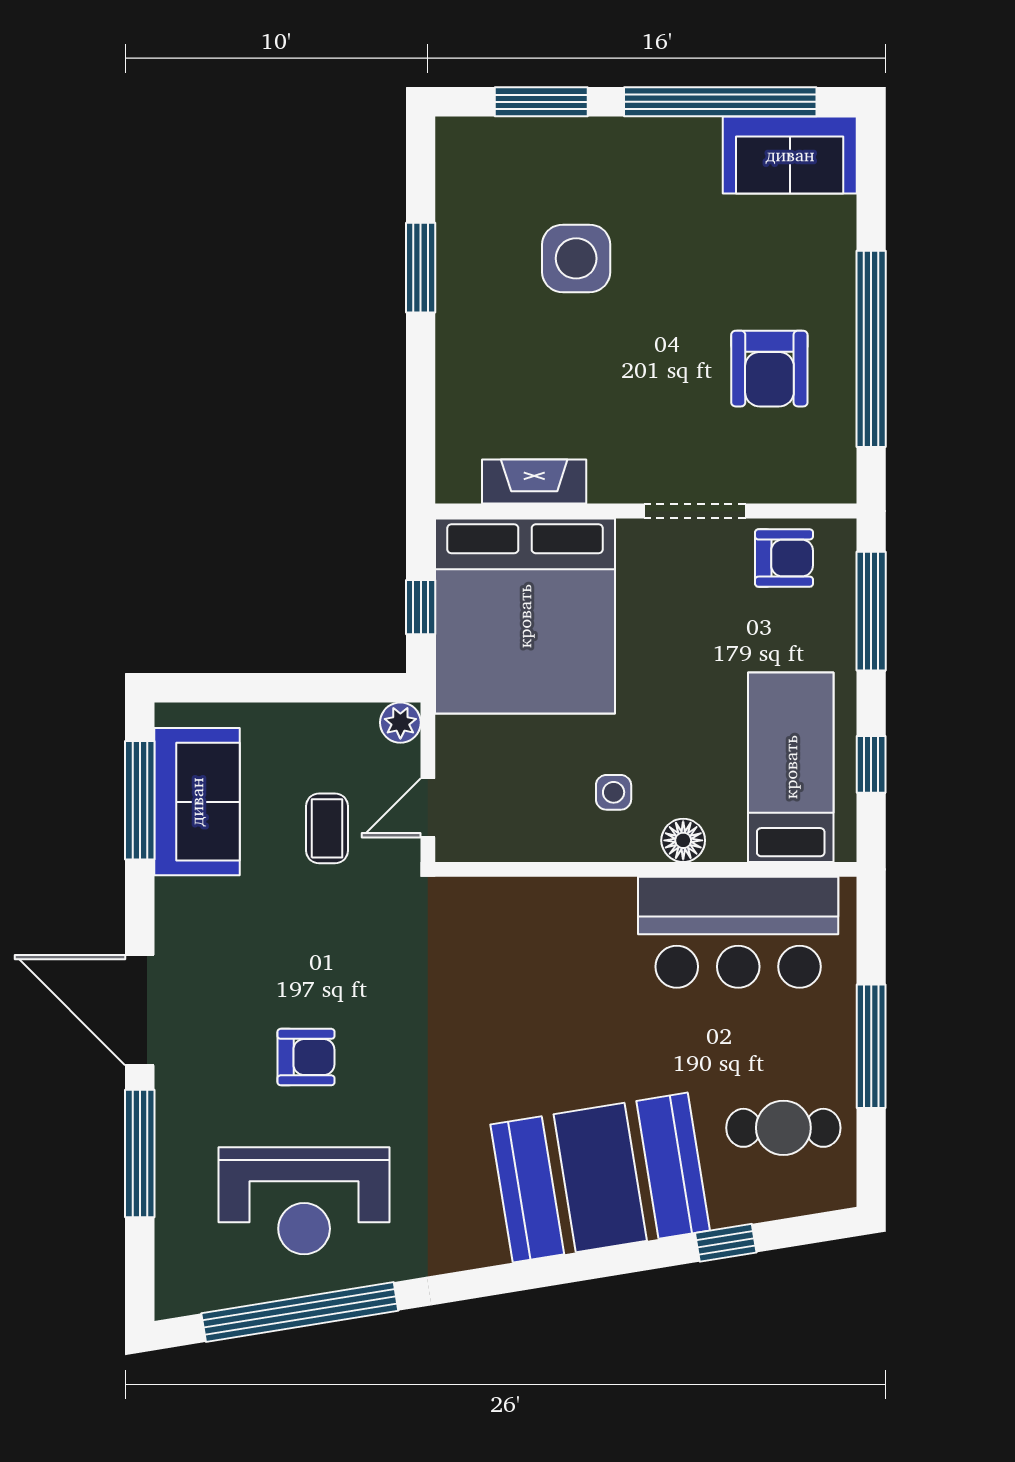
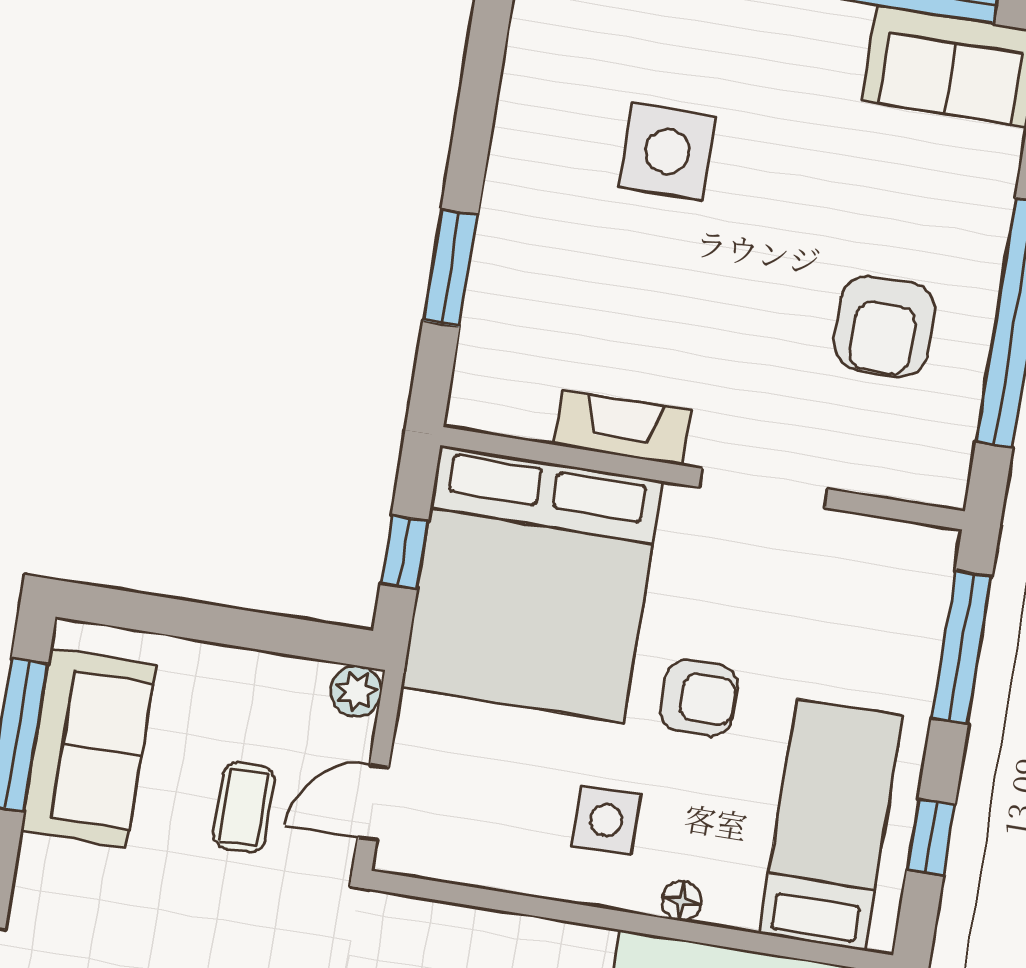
window: (421, 268) -> (450, 268), moved
fireplace: (534, 482) -> (622, 428), moved
armchair: (784, 558) -> (699, 698), moved
side table: (614, 792) -> (606, 820), width x1.37, depth x1.37
floor lamp: (683, 840) -> (682, 901), width x0.73, depth x0.73

